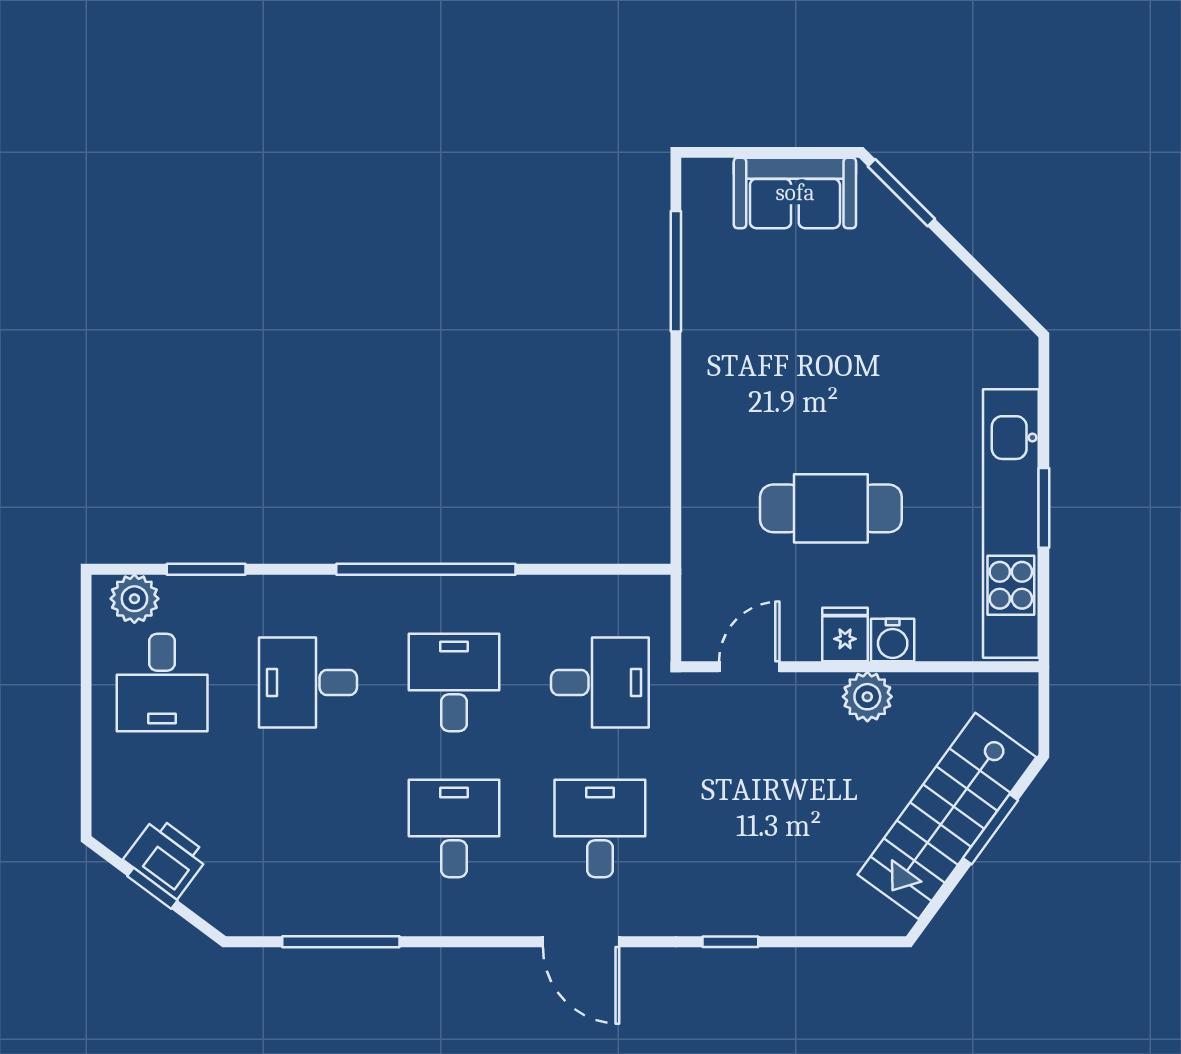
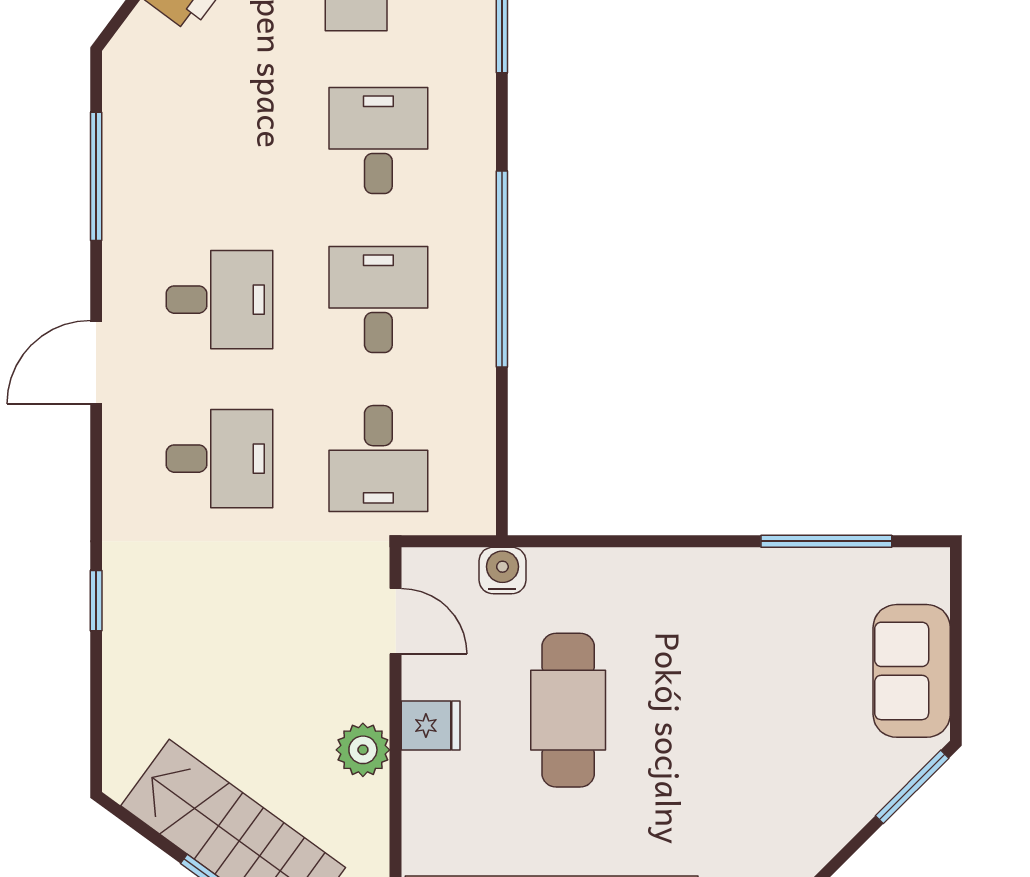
water cooler: (893, 640) -> (502, 570), moved, turned 90
desk: (454, 682) -> (378, 300), turned -90
door: (581, 942) -> (96, 362), moved

